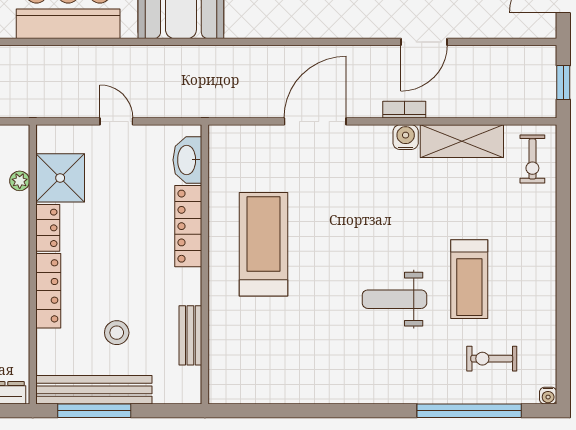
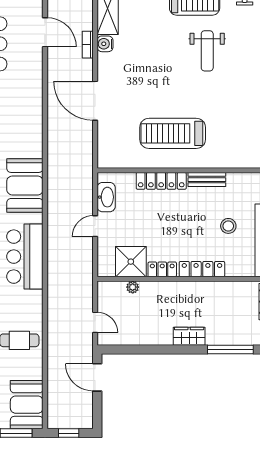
washbasin: (187, 160) -> (106, 197), moved, turned -90
bench: (190, 335) -> (207, 180), moved

